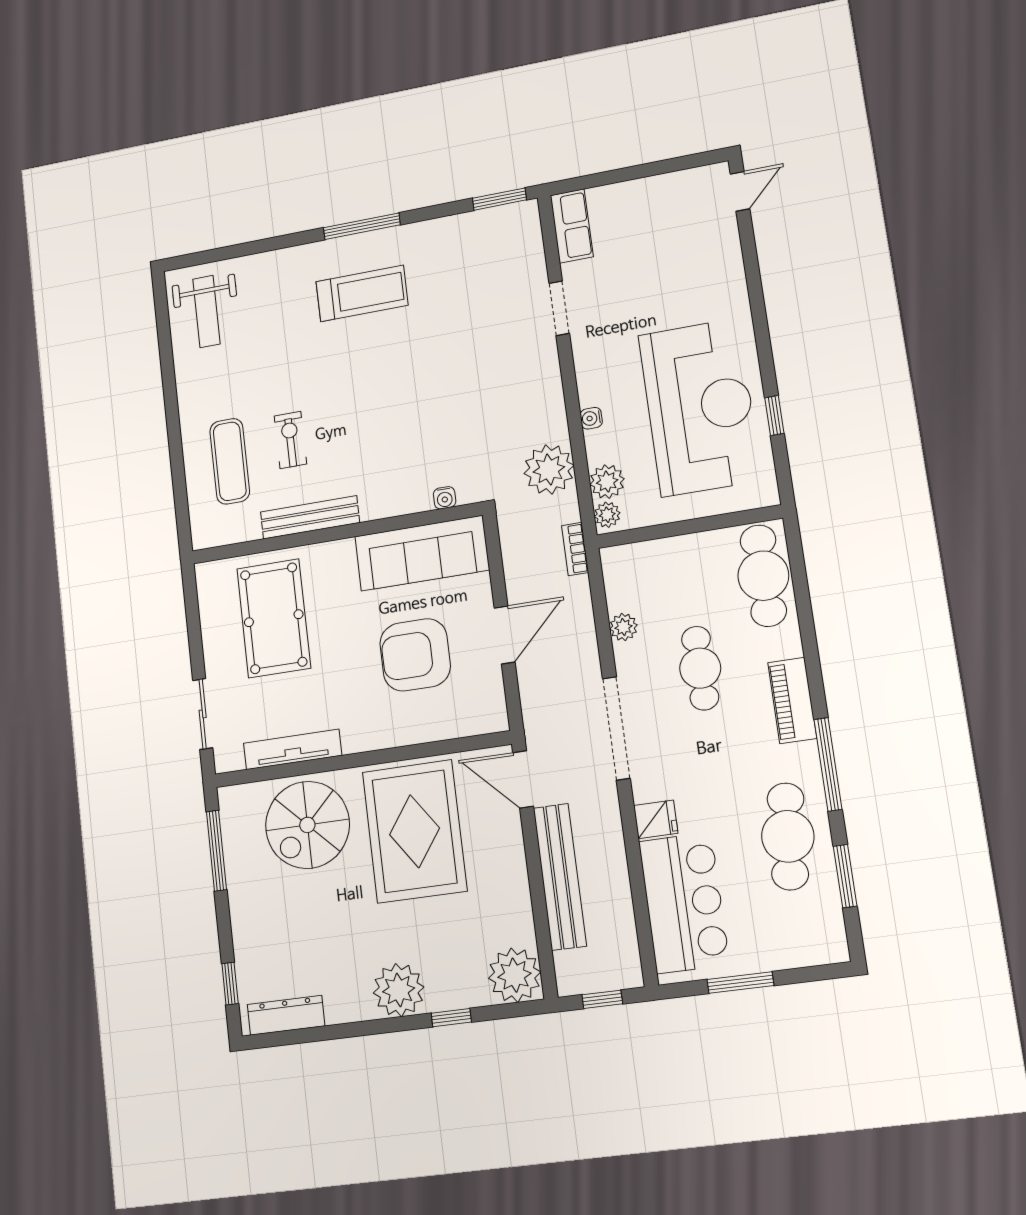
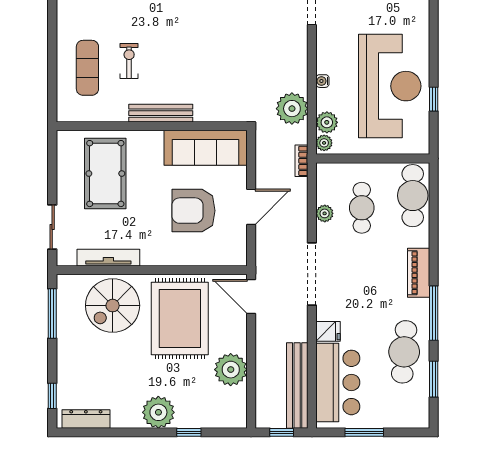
water cooler: (445, 498) -> (224, 115), removed
bench: (310, 517) -> (161, 113), moved
cafe table: (700, 668) -> (362, 208), moved
bench: (560, 877) -> (297, 385), moved
plant: (515, 975) -> (231, 370), moved

